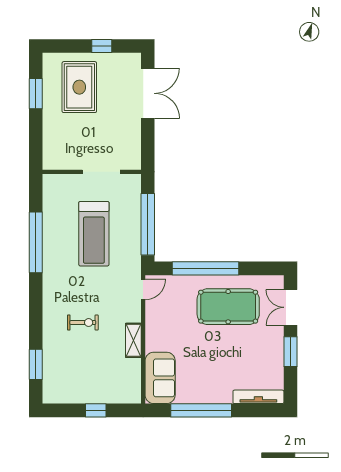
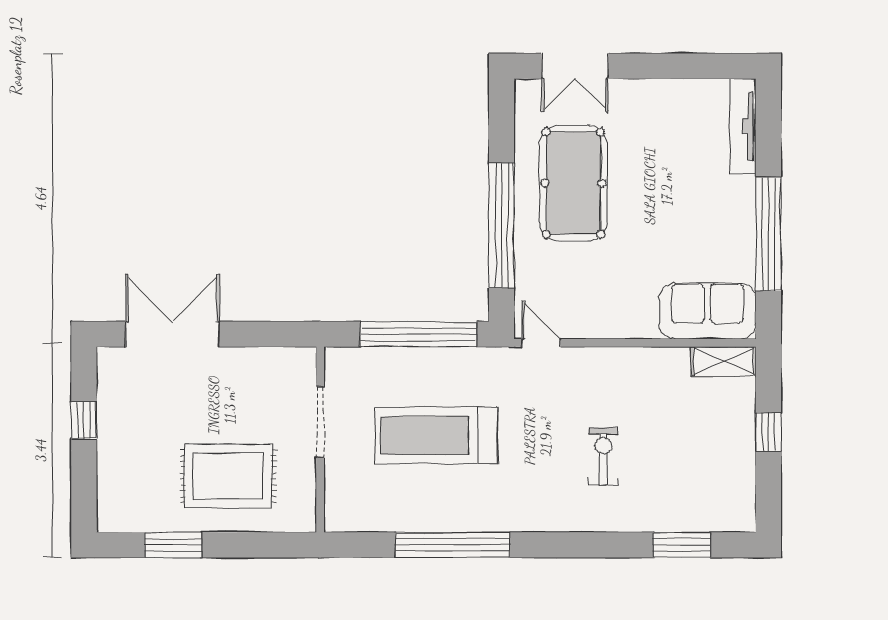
rug: (79, 87) -> (228, 476), moved
treadmill: (94, 234) -> (436, 435), turned 180
shelving: (133, 340) -> (723, 361), moved
window: (290, 352) -> (658, 66), removed

